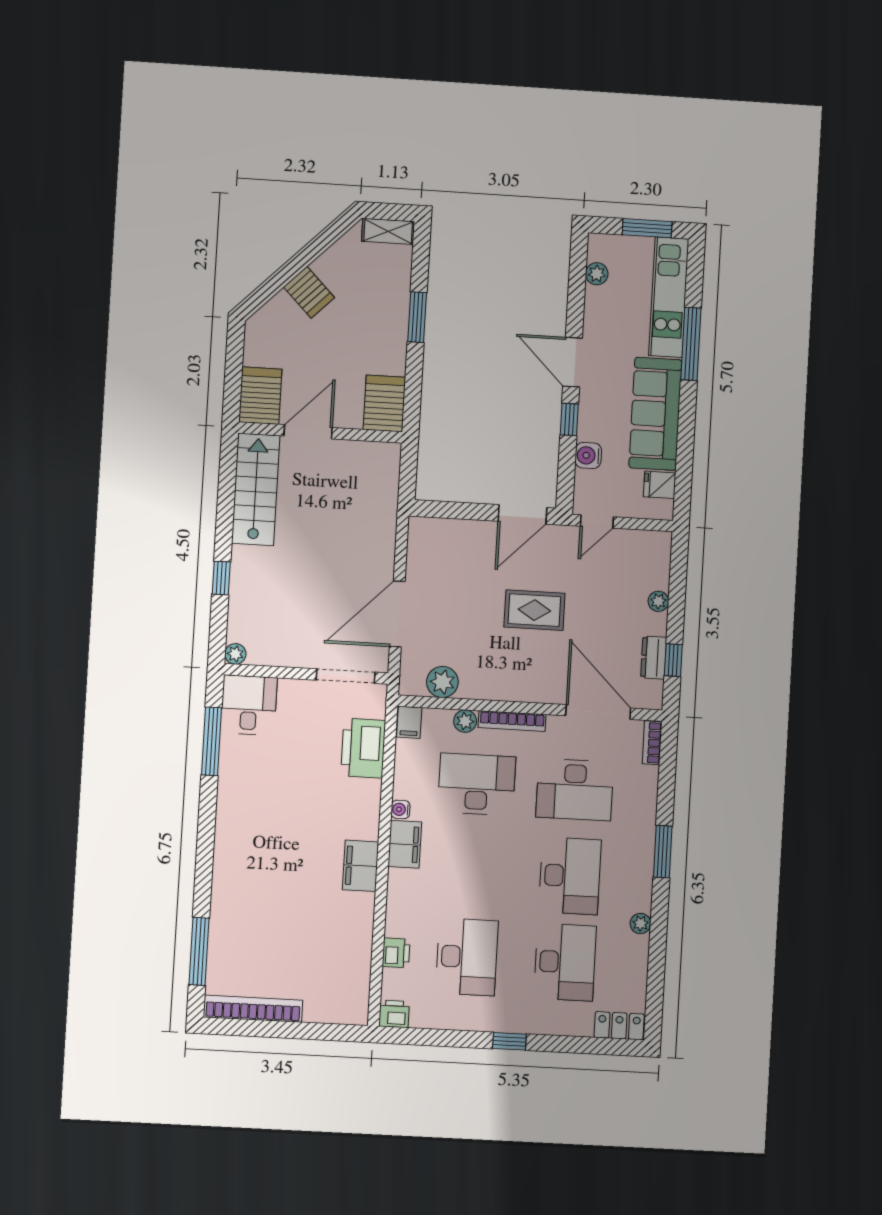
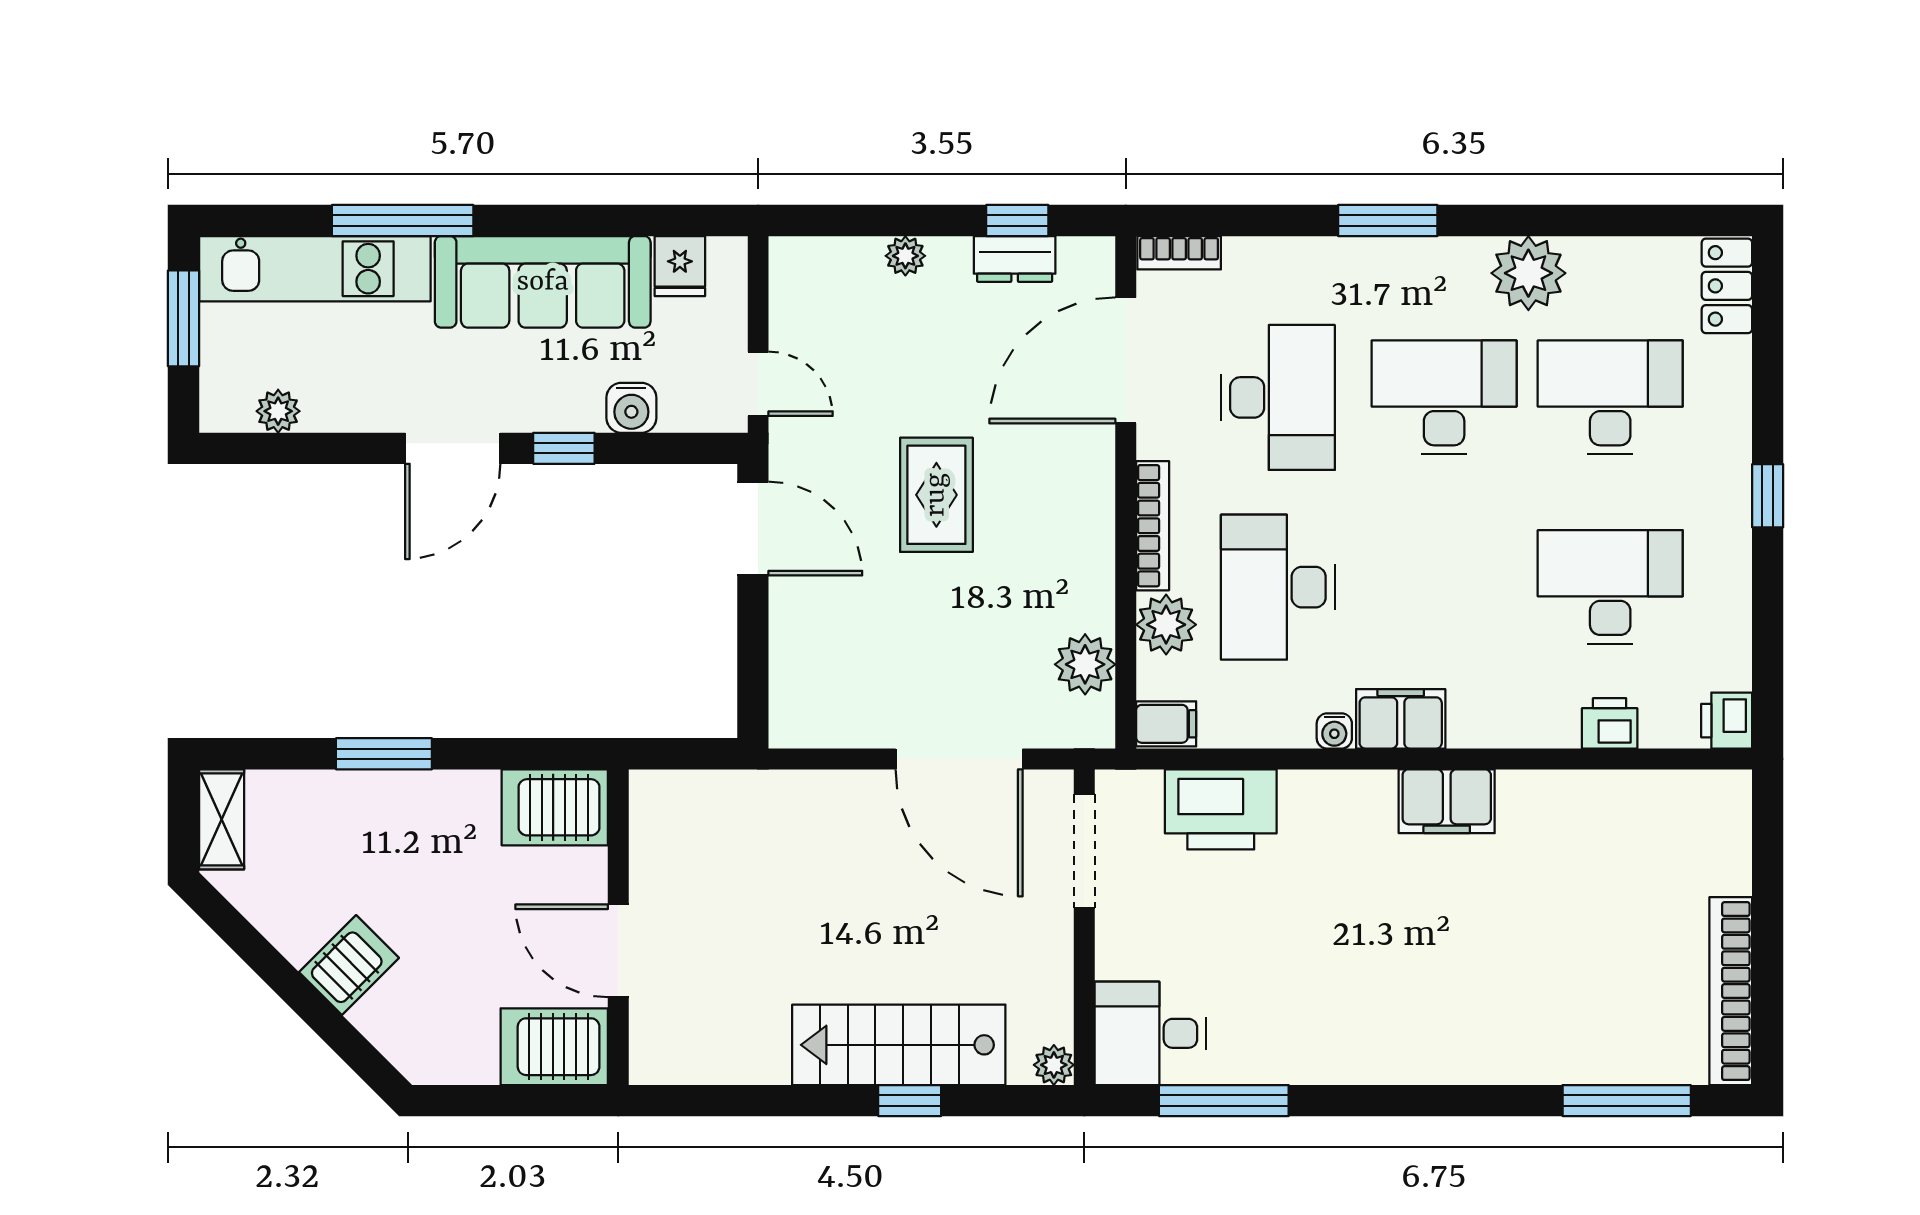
stairs: (256, 489) -> (899, 1045), moved
plant: (465, 721) -> (1166, 625), width x1.38, depth x1.38
plant: (640, 924) -> (1528, 273), width x1.88, depth x1.88

